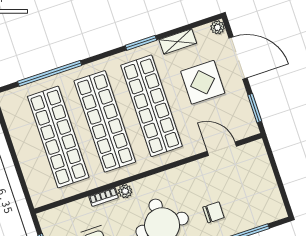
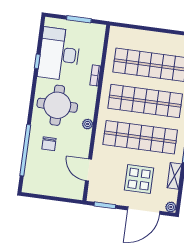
door: (222, 149) -> (89, 170), swing flipped
plant: (125, 191) -> (88, 124), moved

